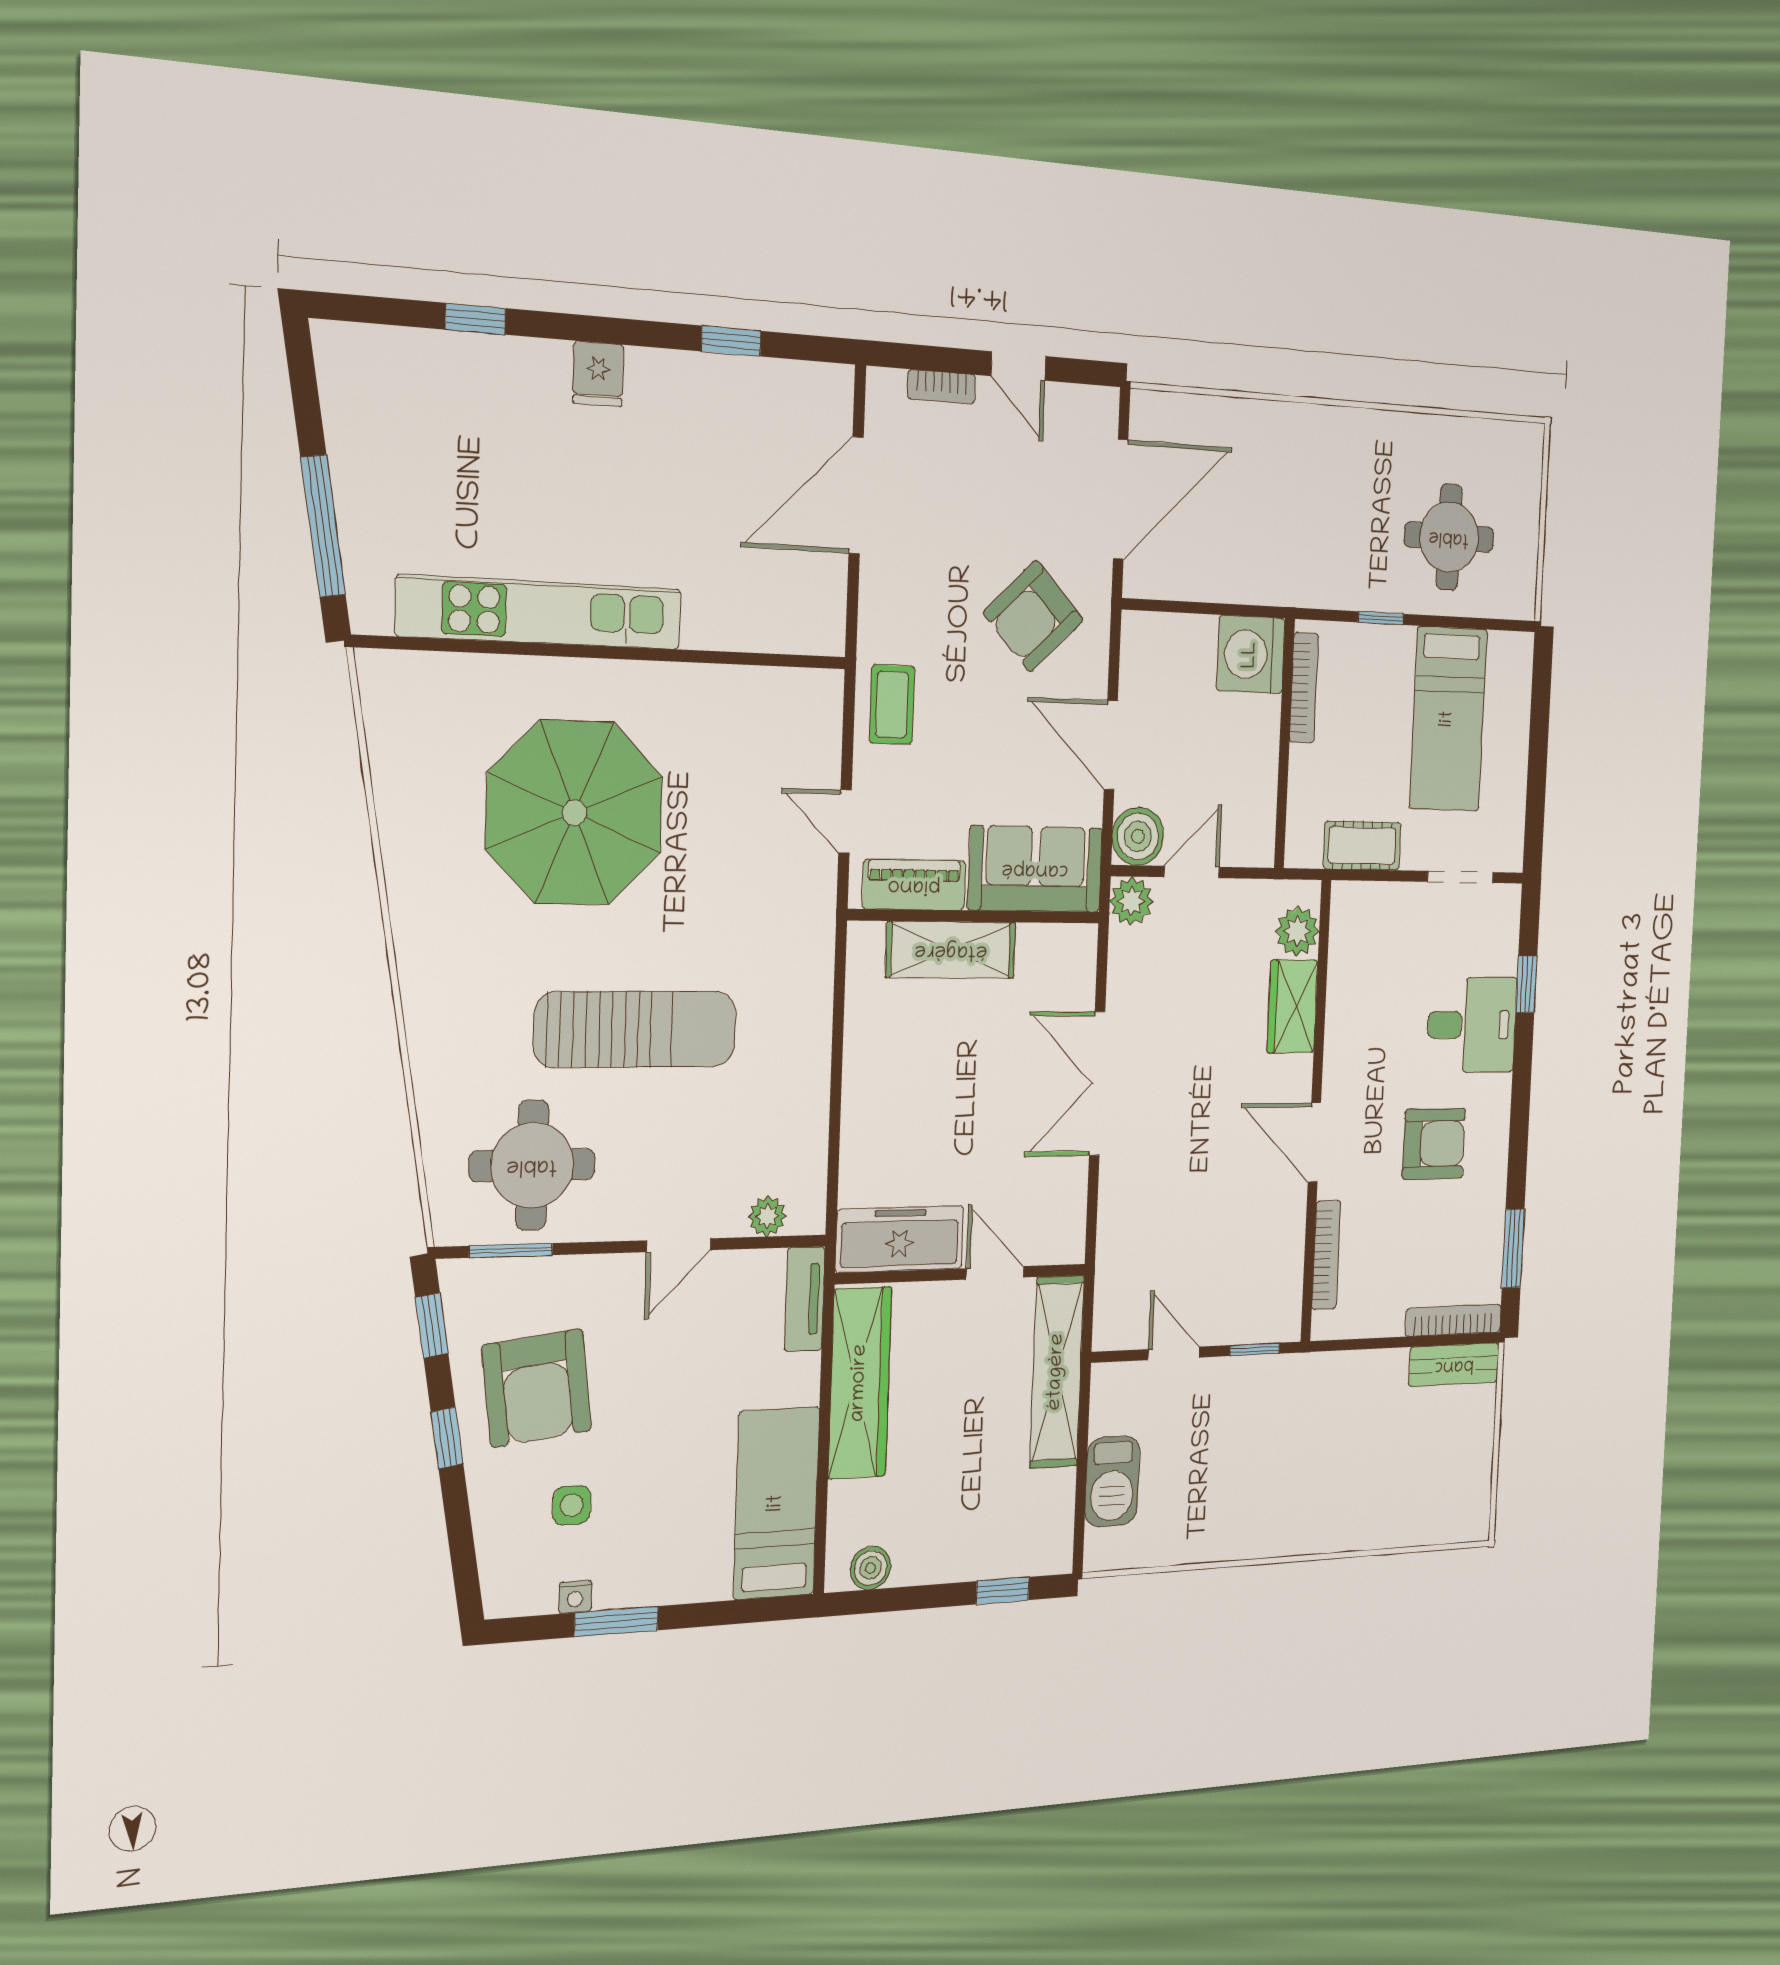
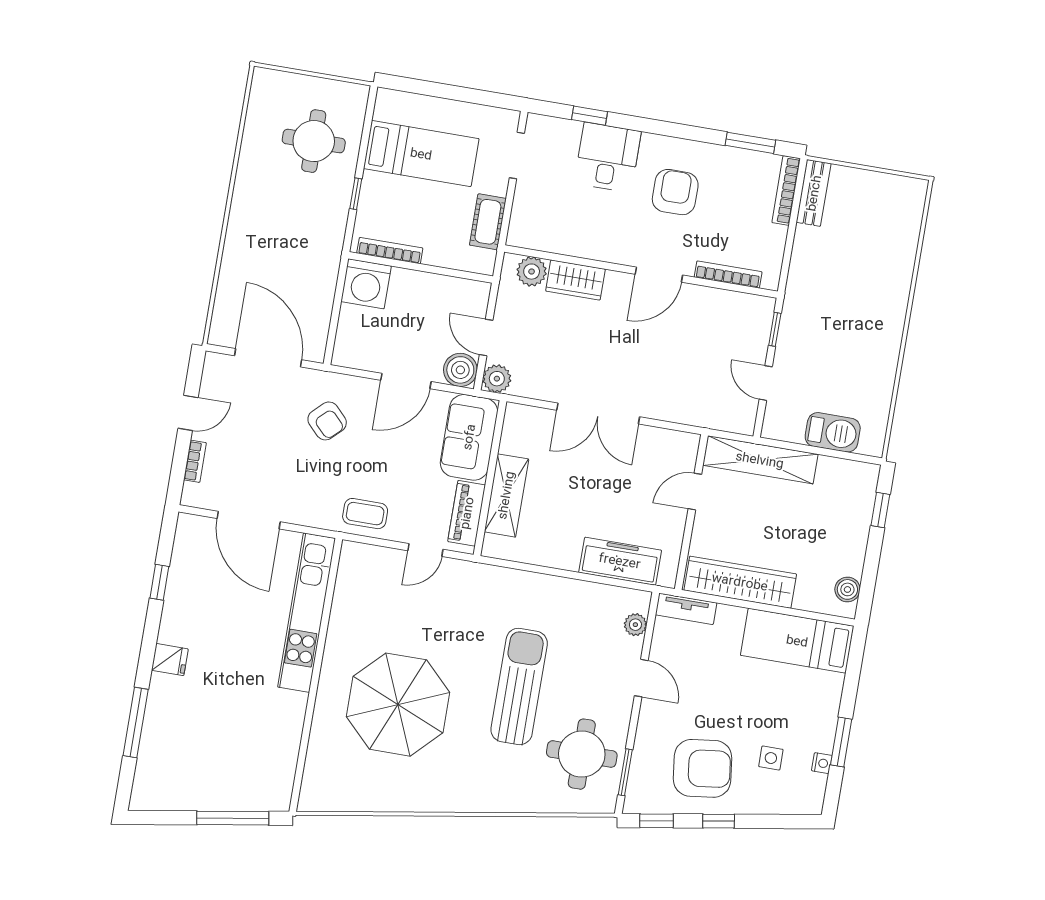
window: (475, 319) -> (136, 723), width x2.17
kitchen unit: (540, 612) -> (307, 613), moved
armchair: (1033, 616) -> (327, 421), width x0.72, depth x0.72
freezer: (900, 1239) -> (620, 561), moved, turned 90
door: (1174, 1353) -> (766, 383), hinge flipped

